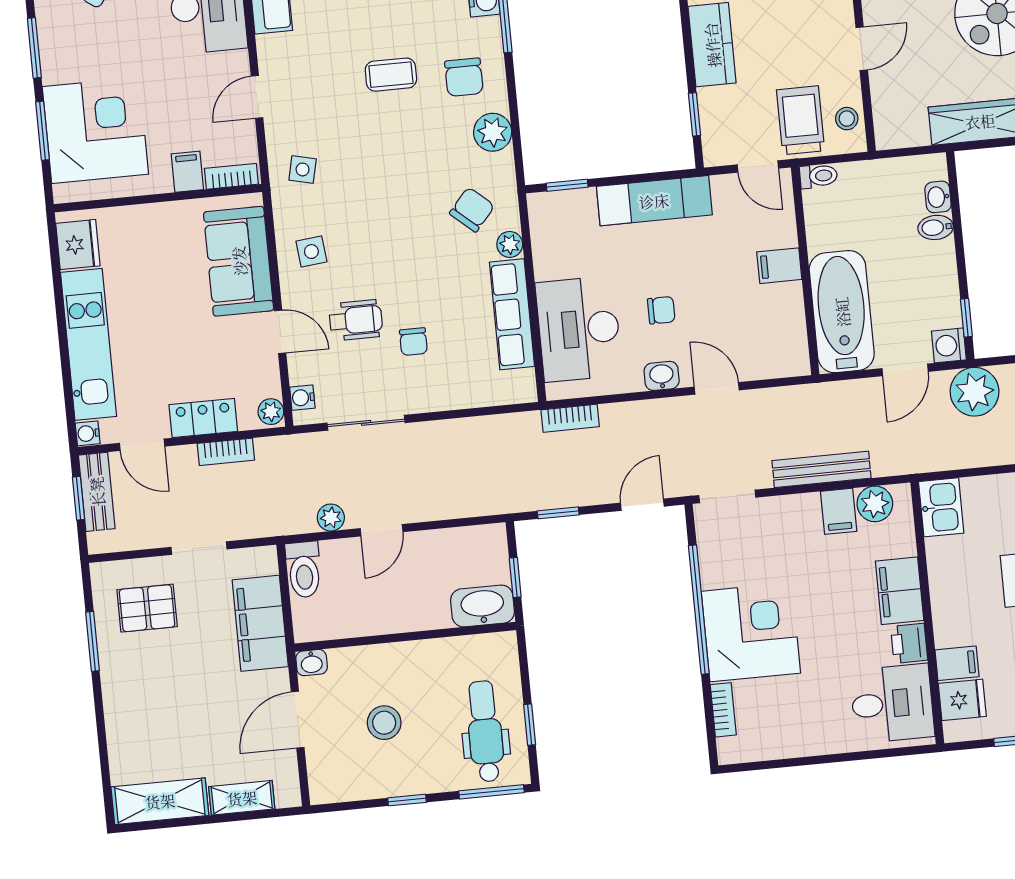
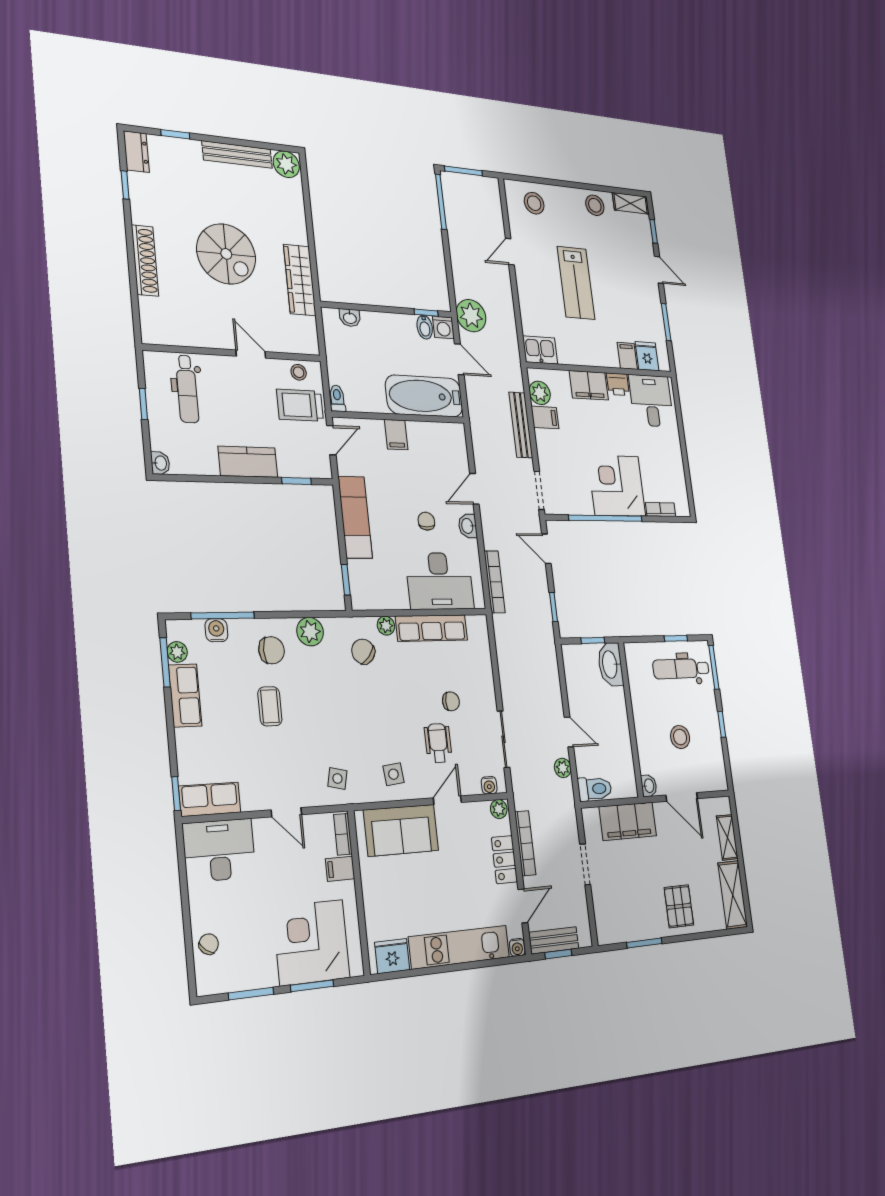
bidet: (936, 227) -> (425, 327), moved
bookcase: (570, 418) -> (495, 582), width x1.56
bookcase: (226, 452) -> (525, 843), width x1.56
pallet: (147, 608) -> (679, 906), moved

